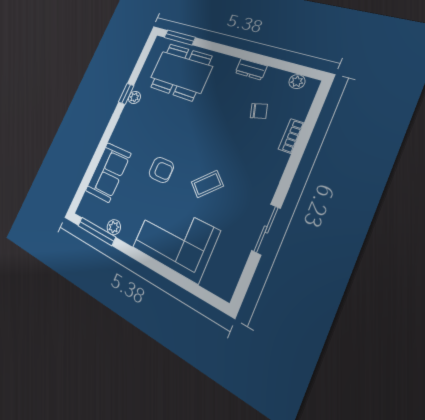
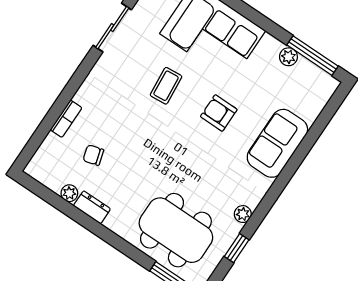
plant: (297, 82) -> (69, 193), moved
window: (126, 94) -> (237, 248), moved
sofa: (108, 172) -> (277, 143), moved
coffee table: (207, 184) -> (166, 86), turned -48

